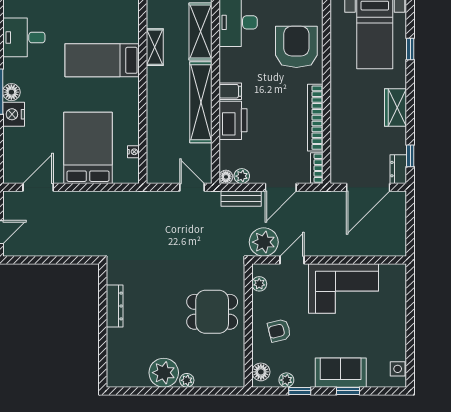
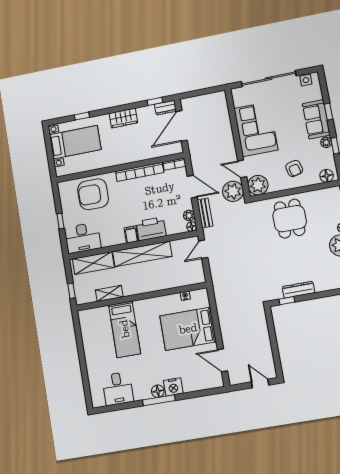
door: (368, 187) -> (182, 126), swing flipped
plant: (259, 284) -> (258, 185), width x1.87, depth x1.87
window: (103, 288) -> (287, 301), added
sliding door: (410, 319) -> (269, 79), added
plant: (286, 380) -> (326, 142), moved

